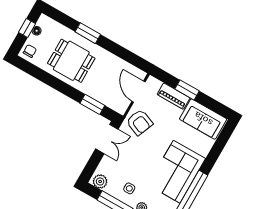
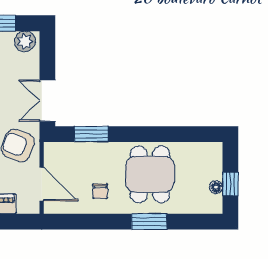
chair: (30, 51) -> (100, 191), moved
dining table: (71, 61) -> (150, 174), turned 90

